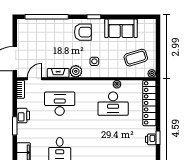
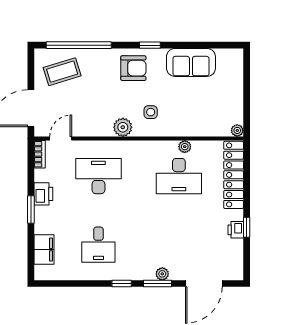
coffee table: (136, 58) -> (62, 72), moved
fireplace: (58, 73) -> (96, 130), removed

